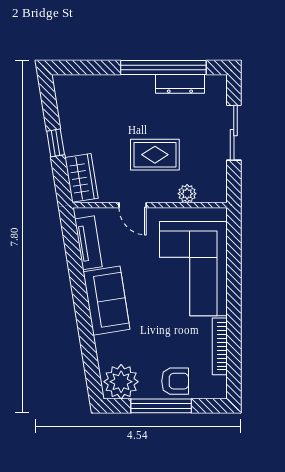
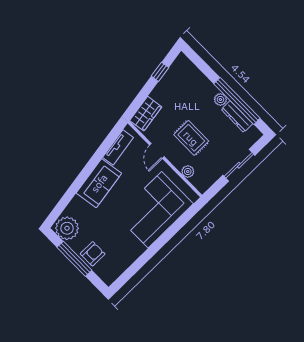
plant: (145, 84) -> (220, 99), added
window: (56, 143) -> (160, 72), moved
bookcase: (220, 346) -> (130, 259), removed
armchair: (175, 381) -> (93, 254), turned -90

